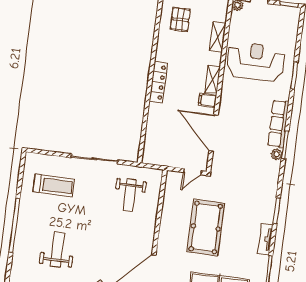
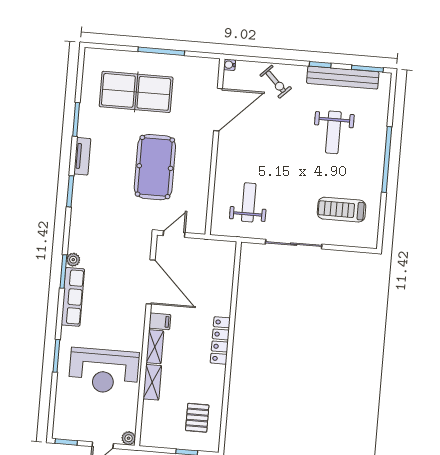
shelving: (218, 37) -> (152, 382), moved

